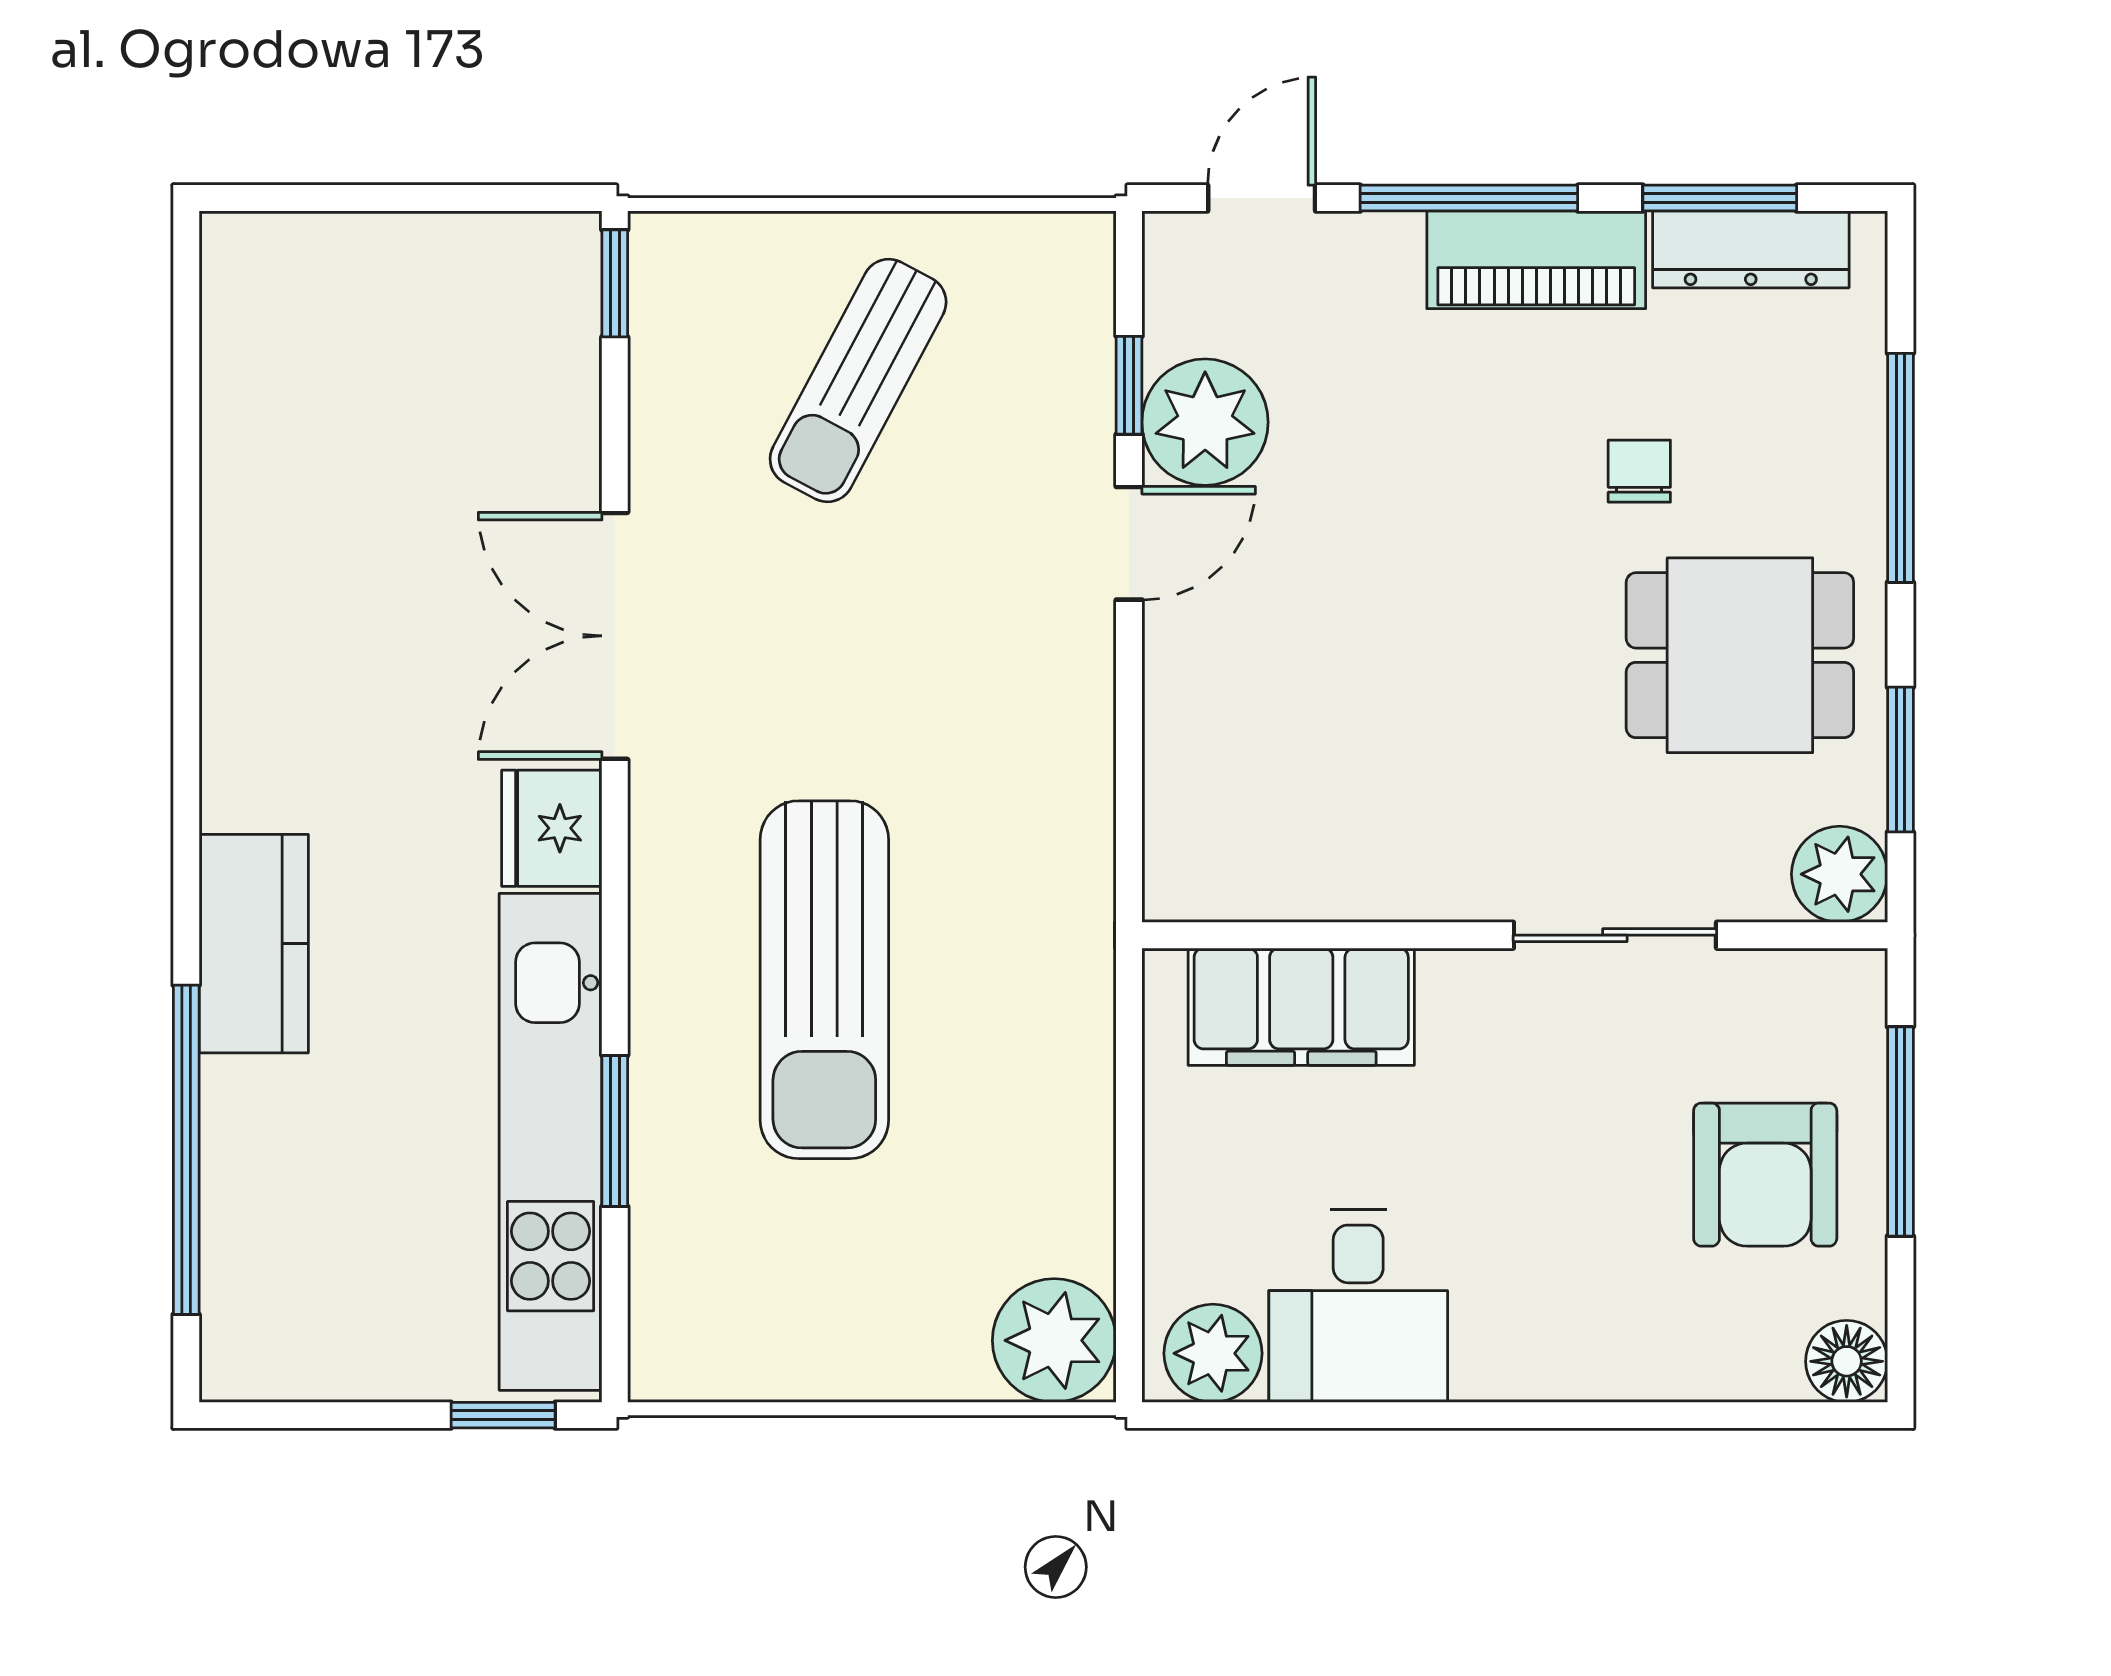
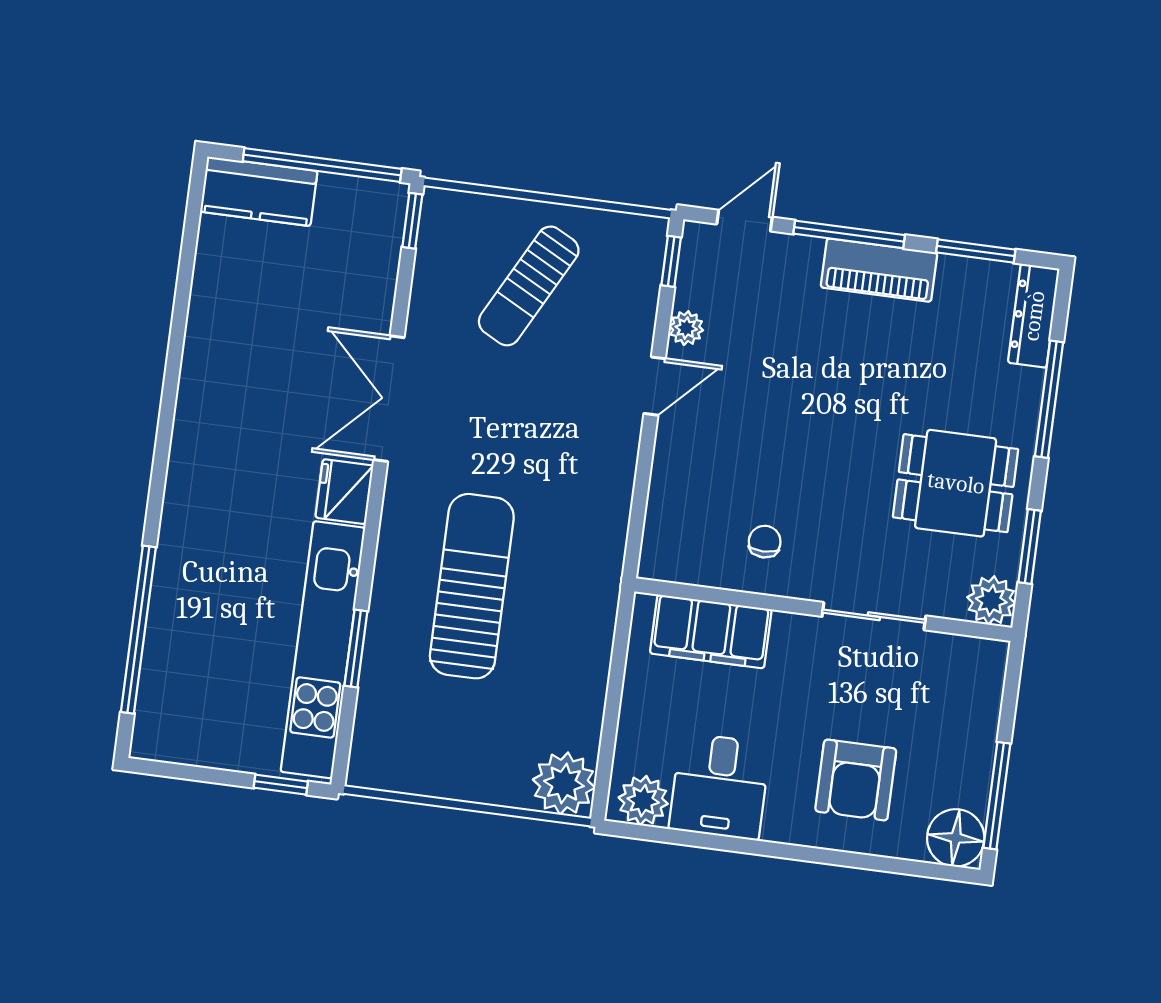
window: (425, 198) -> (322, 165), added
dresser: (1751, 249) -> (1034, 316), moved, turned 90
window: (1129, 385) -> (671, 261), moved
plant: (1205, 422) -> (686, 328), width x0.53, depth x0.53
chair: (1639, 471) -> (765, 542), moved
kitchen counter: (254, 944) -> (259, 191), moved, turned 90
sun lounger: (824, 980) -> (472, 586), turned 180
window: (1900, 1131) -> (997, 796), moved
armchair: (1765, 1175) -> (856, 780), moved
floor lamp: (1847, 1361) -> (956, 838), width x1.38, depth x1.38

